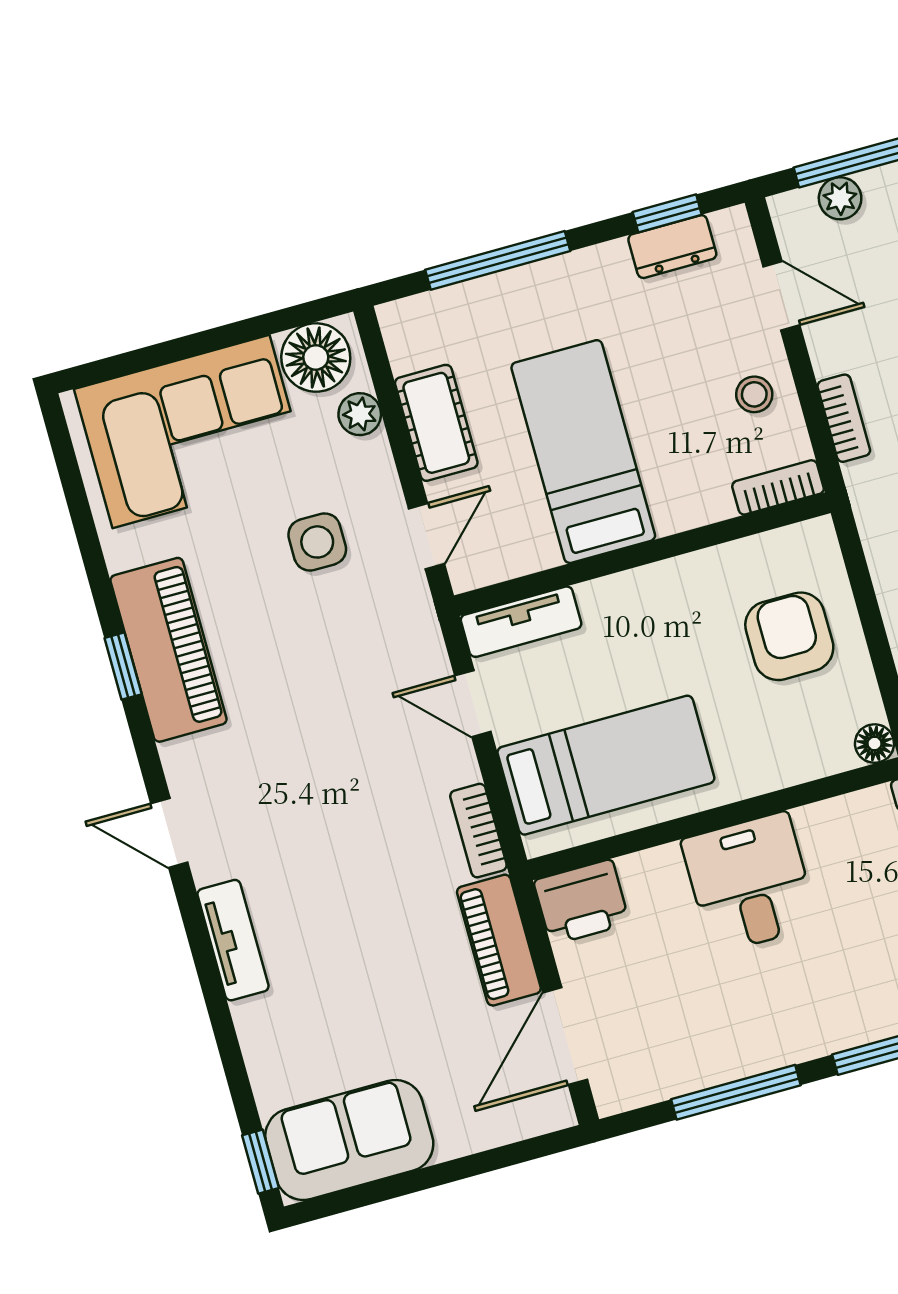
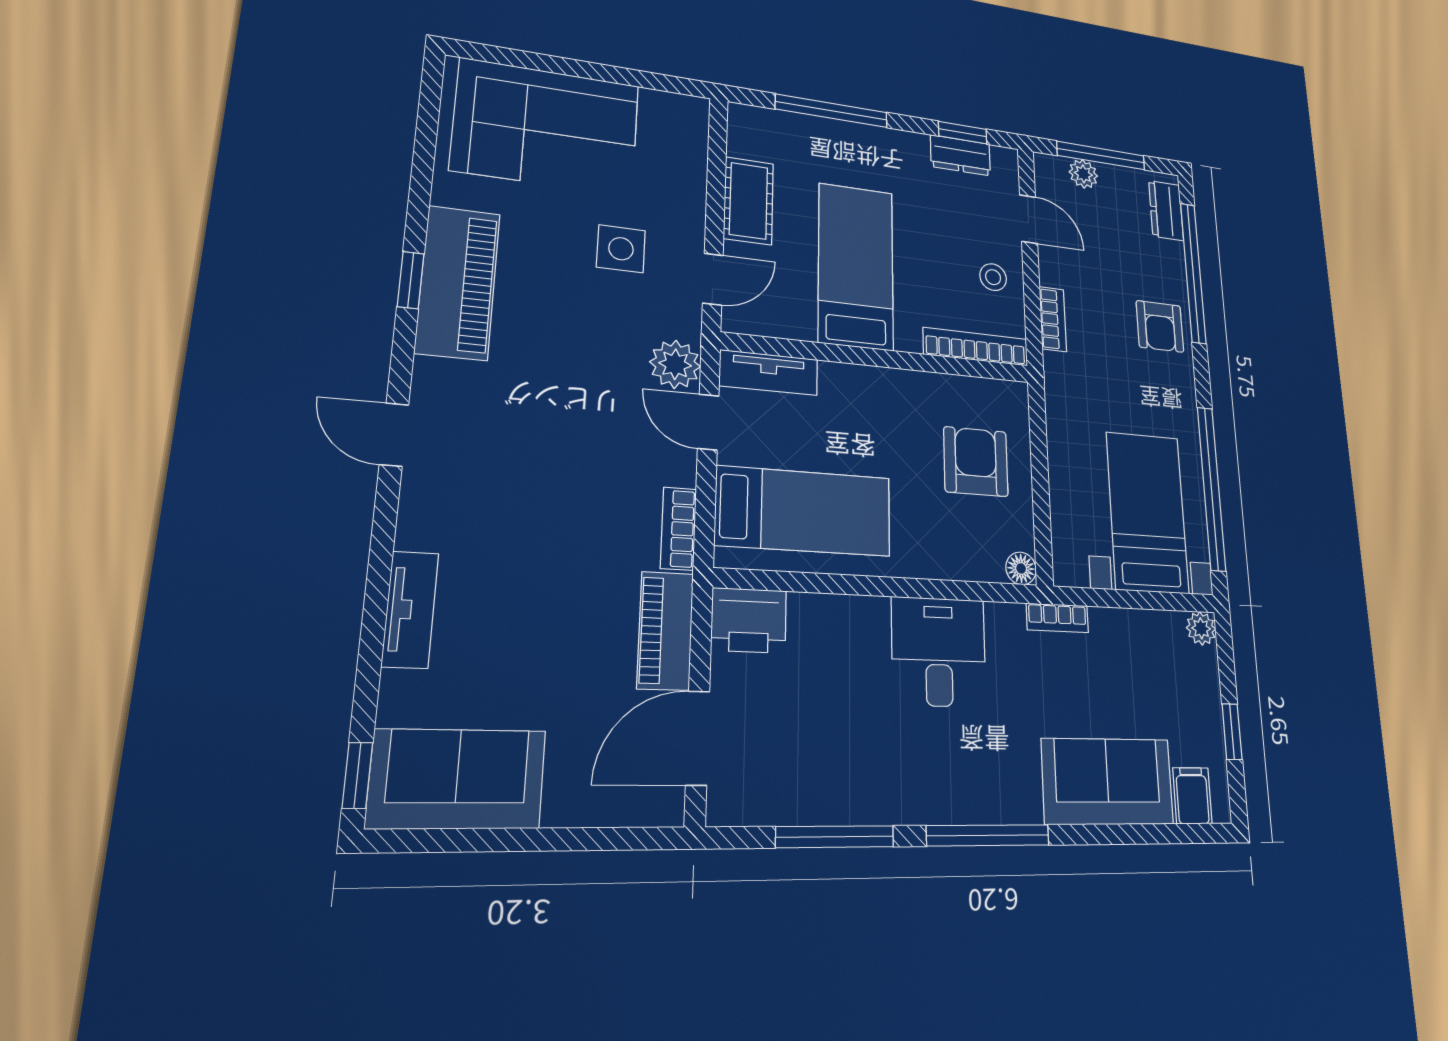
floor lamp: (316, 357) -> (669, 117), removed
plant: (360, 414) -> (675, 364), moved, width x1.38, depth x1.38
bookcase: (778, 487) -> (976, 347), width x1.56
desk: (750, 883) -> (939, 652), moved
tv unit: (233, 940) -> (410, 610), moved

